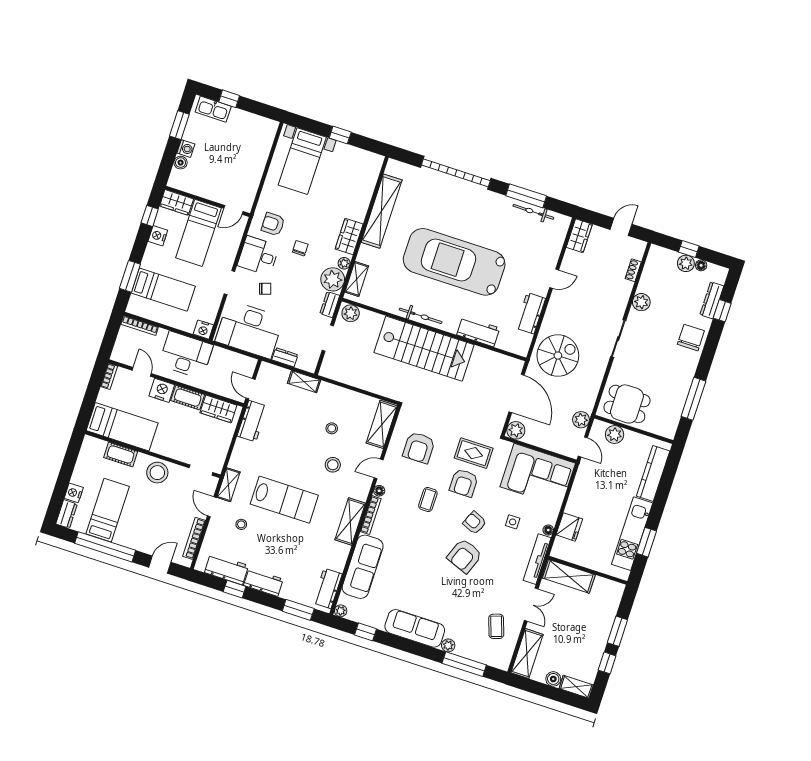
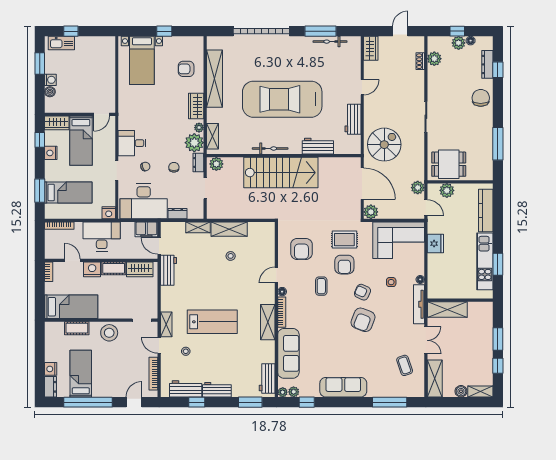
armchair: (273, 224) -> (186, 69), moved
chair: (300, 248) -> (174, 167), moved
plant: (641, 302) -> (434, 59), moved
filing cabinet: (242, 364) -> (146, 229), added
shelving: (382, 424) -> (229, 229), moved, turned 90
stool: (333, 465) -> (240, 283), removed
fridge: (569, 527) -> (435, 244), moved
plant: (448, 645) -> (294, 392), moved

